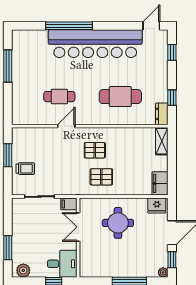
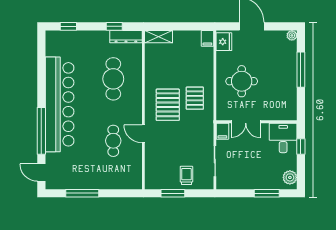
door: (151, 26) -> (41, 173), moved
dresser: (162, 114) -> (126, 37), width x1.44
pallet: (95, 150) -> (168, 105), width x1.50, depth x1.42
filing cabinet: (160, 183) -> (207, 38), width x0.50
window: (172, 260) -> (279, 26), removed

